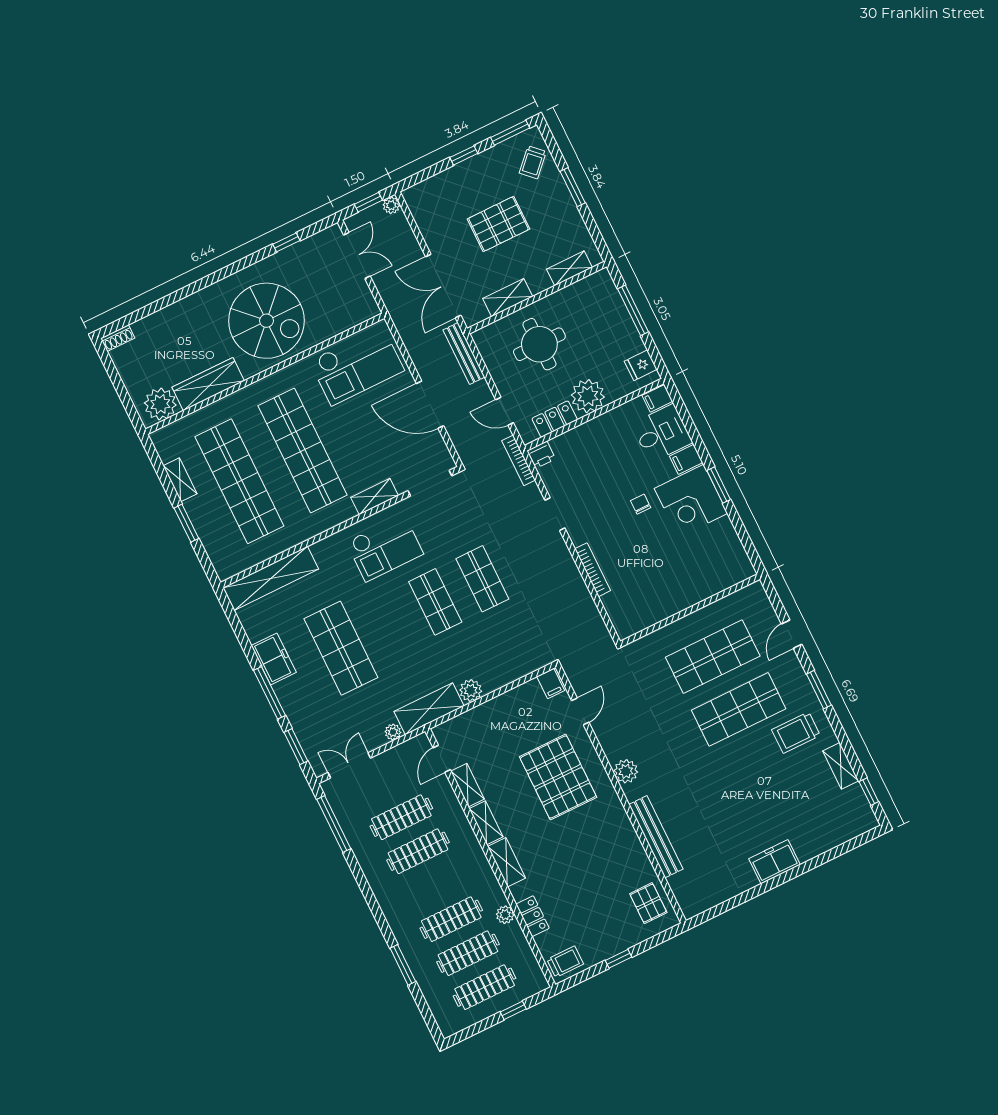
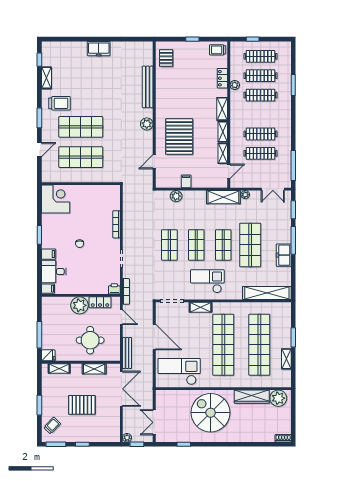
fridge: (641, 365) -> (48, 355), moved
corner desk: (691, 501) -> (56, 199), moved
shop shelf: (388, 625) -> (223, 245), added
filing cabinet: (551, 683) -> (186, 181), moved
plant: (471, 691) -> (176, 196), moved

